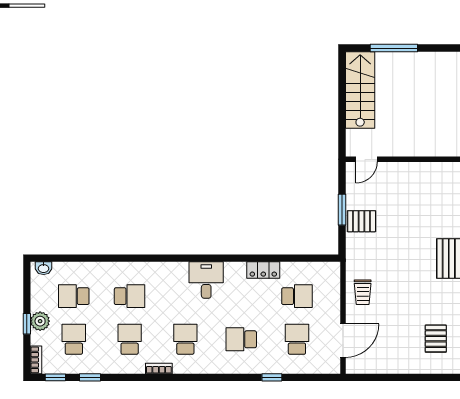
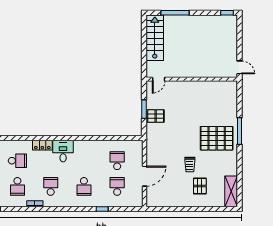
locker: (263, 270) -> (42, 145), moved
trolley: (363, 292) -> (190, 164), moved
school desk: (297, 296) -> (117, 161), turned -90
school desk: (130, 339) -> (17, 186), turned 180
school desk: (241, 339) -> (84, 186), turned -90
door: (343, 341) -> (145, 176), moved

